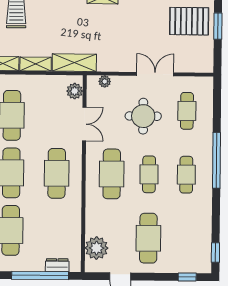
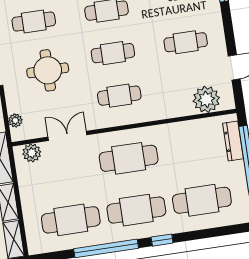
cafe table: (112, 174) -> (119, 96), width x0.73, depth x0.74
cafe table: (148, 238) -> (186, 42), width x0.73, depth x0.74
dresser: (57, 265) -> (233, 141), width x1.44

